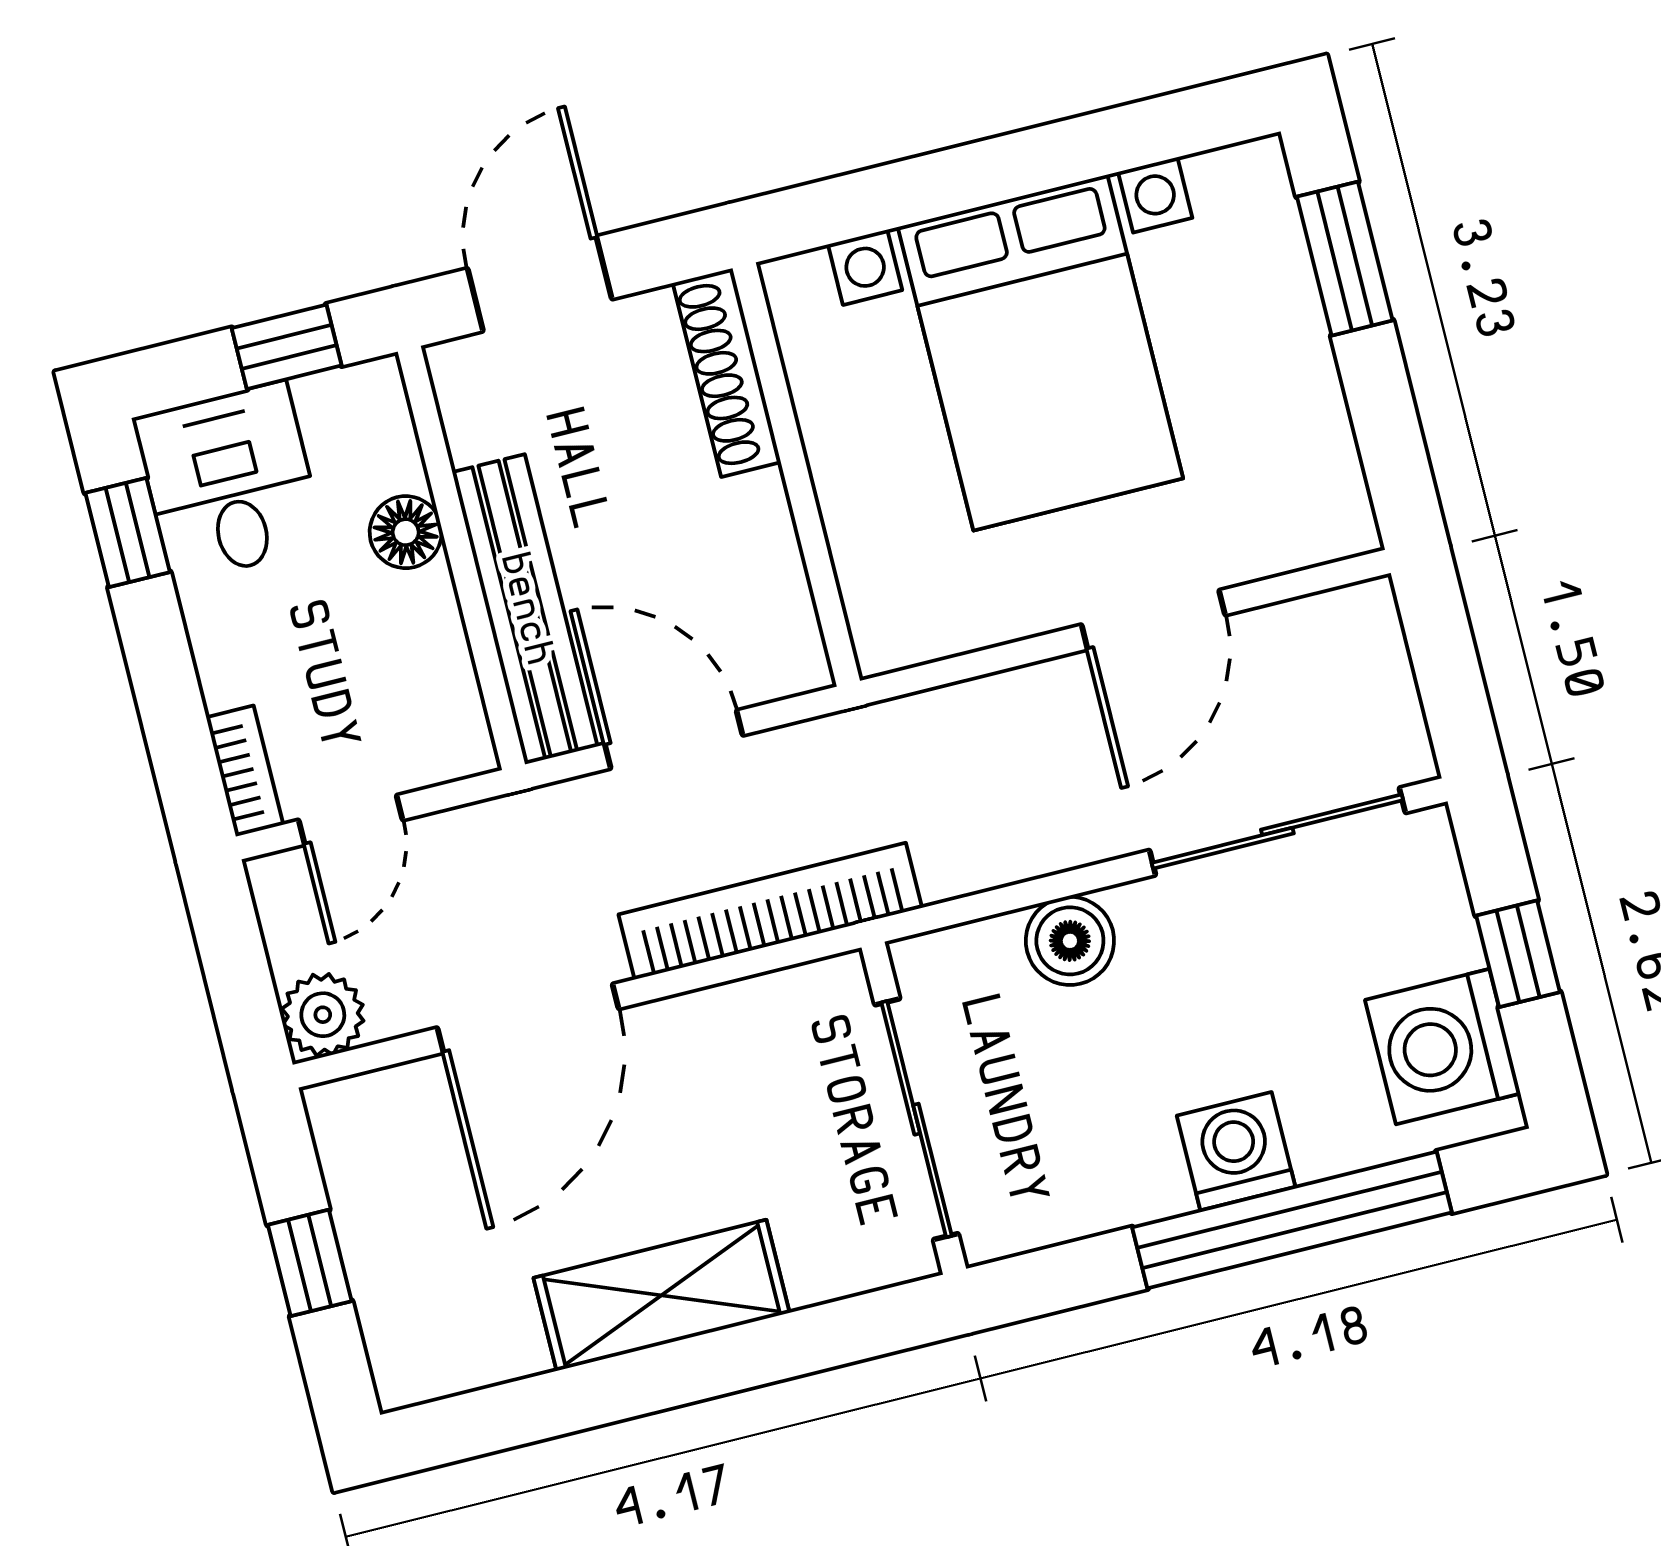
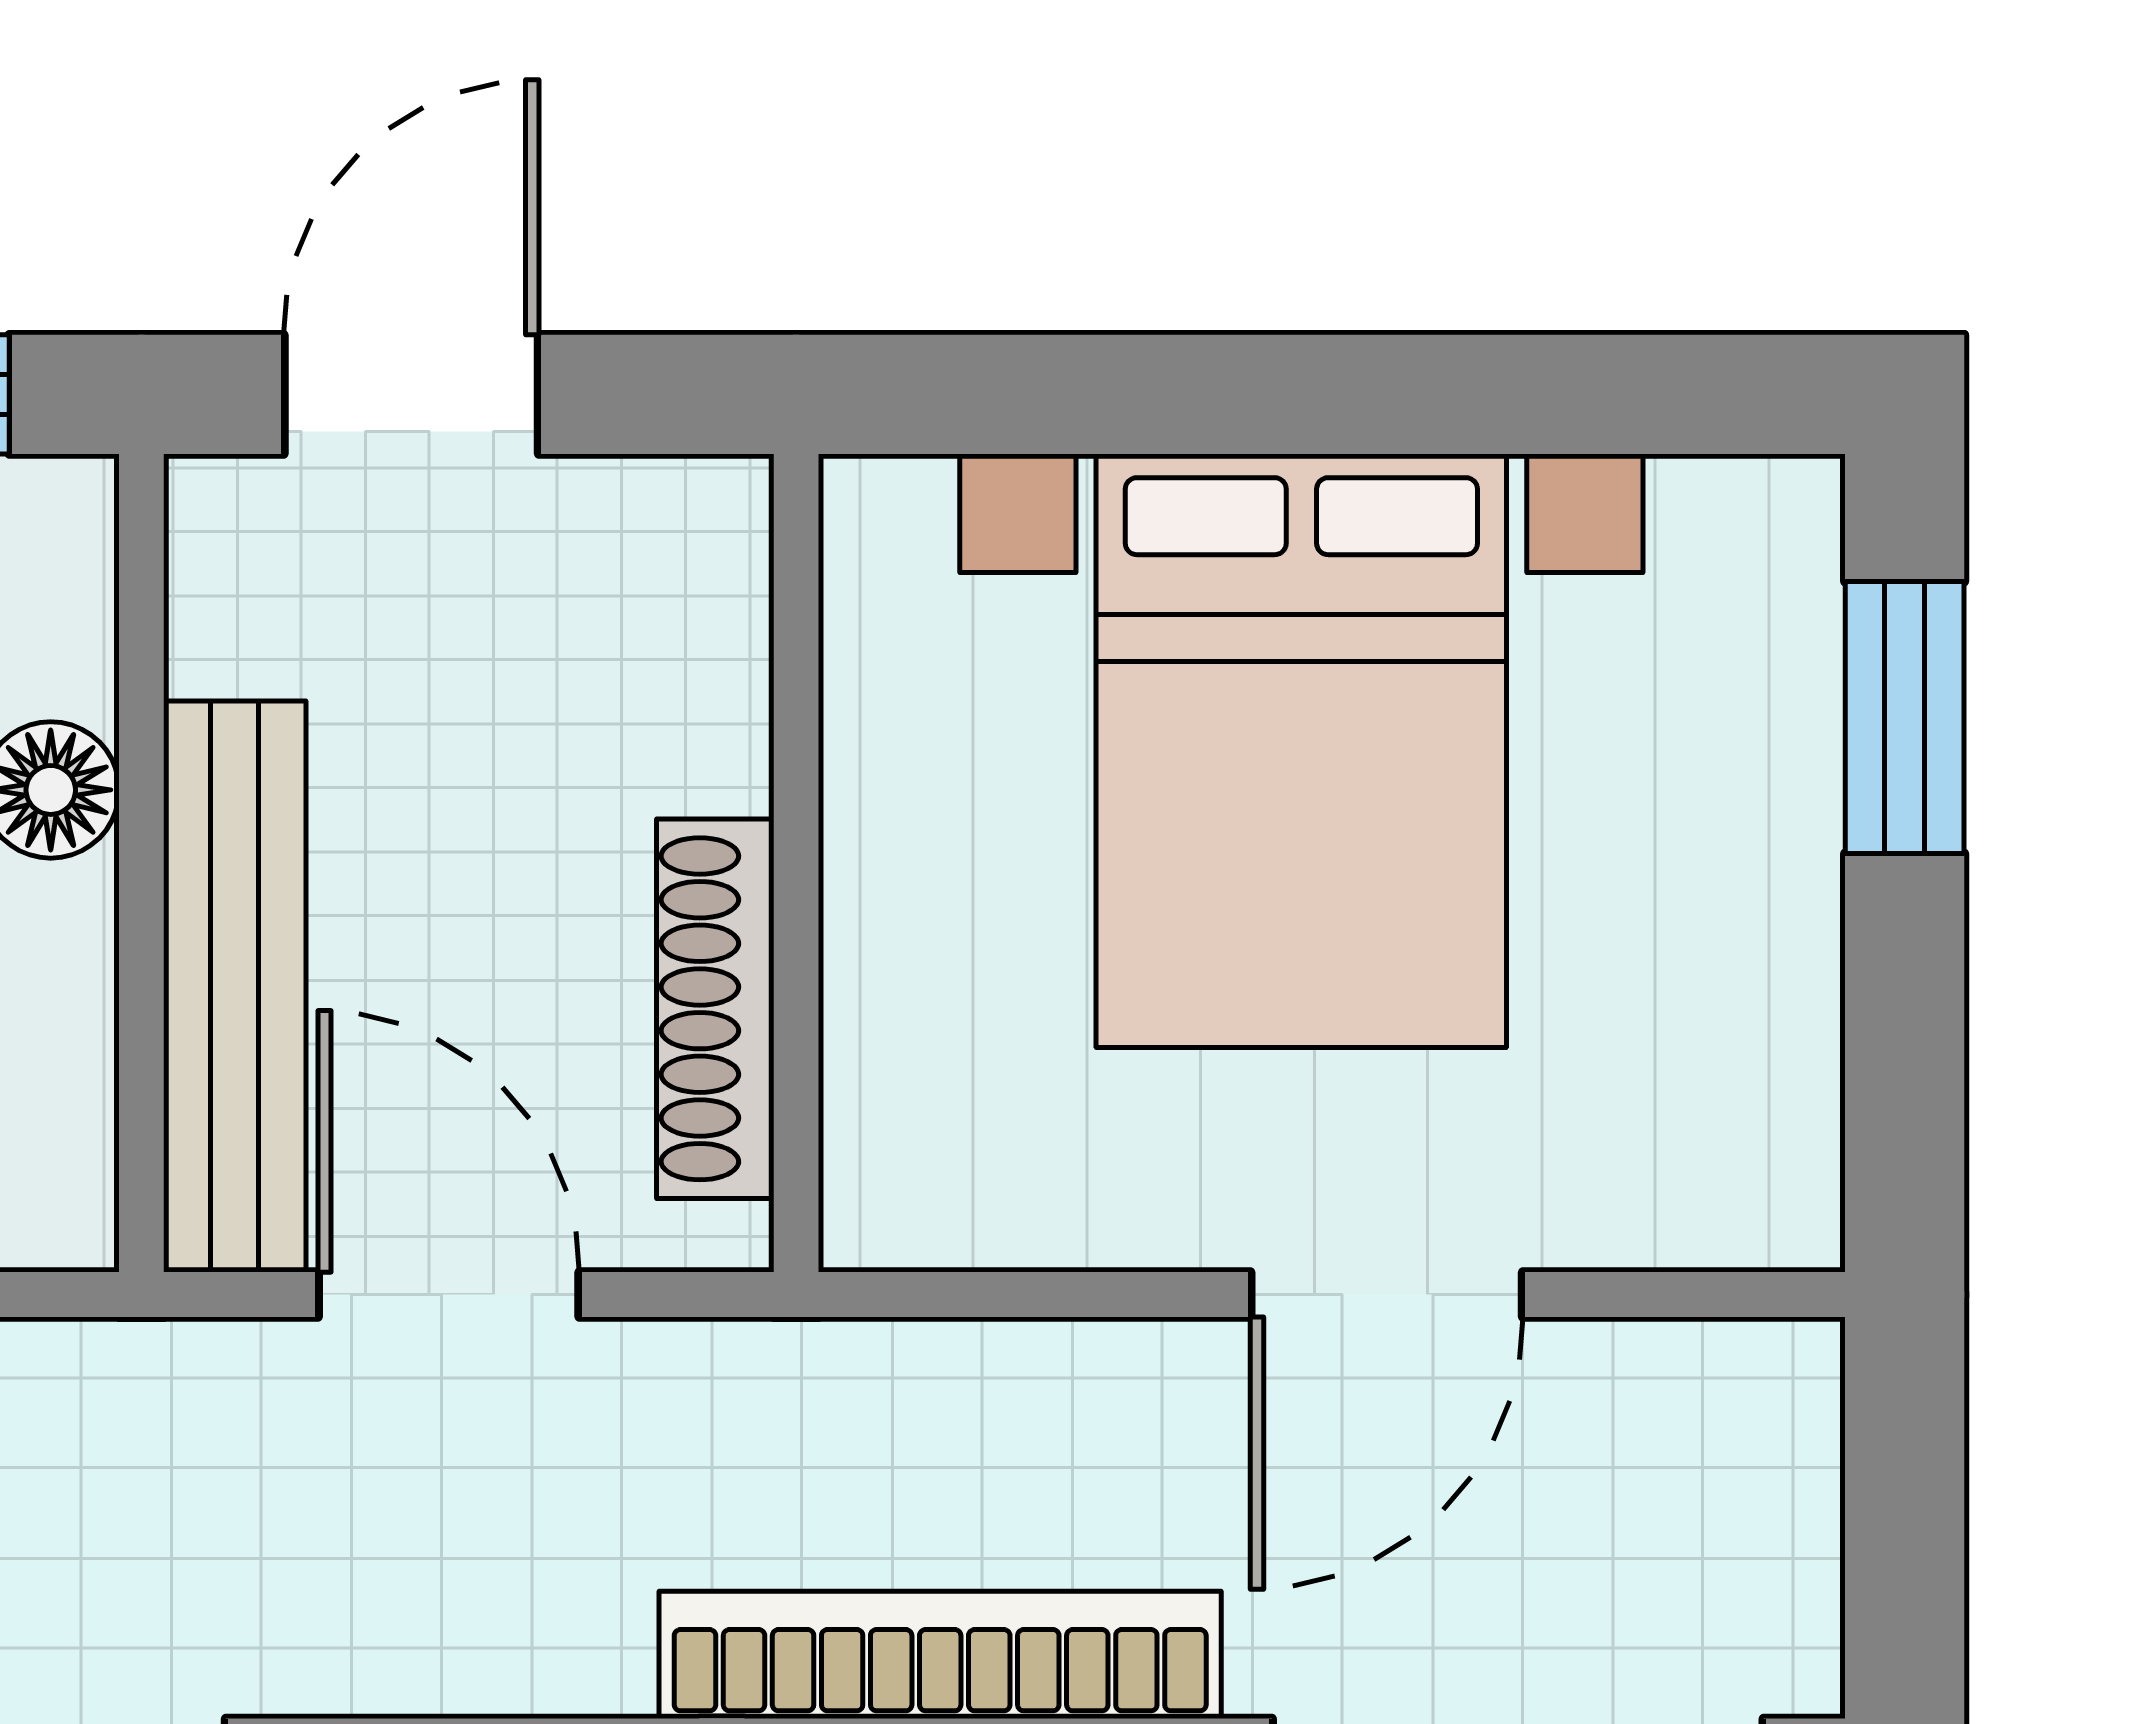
shoe rack: (727, 373) -> (715, 1009), moved
bookcase: (770, 911) -> (940, 1655), moved

